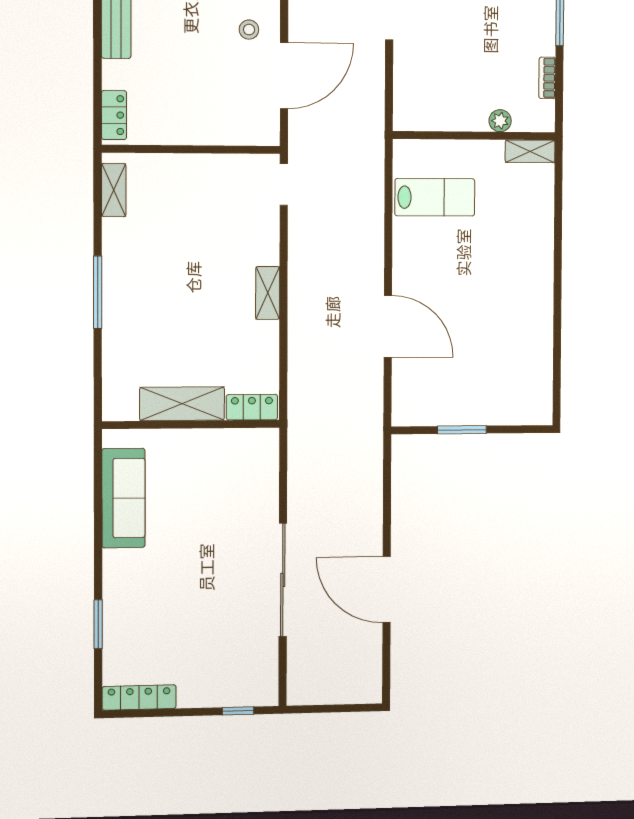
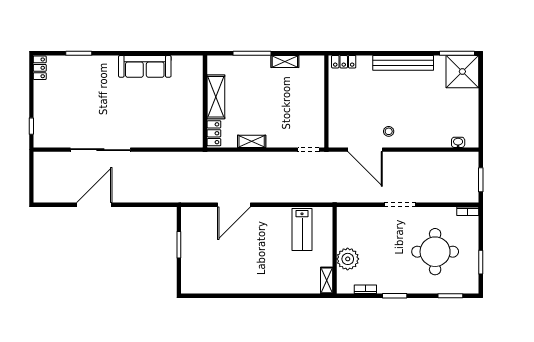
plant: (500, 121) -> (348, 259), width x1.88, depth x1.88
shelving: (114, 190) -> (285, 61), moved
shelving: (182, 404) -> (216, 97), moved
locker: (252, 407) -> (214, 133), moved
wall: (191, 424) -> (205, 101), moved
locker: (139, 697) -> (40, 68), width x0.66

